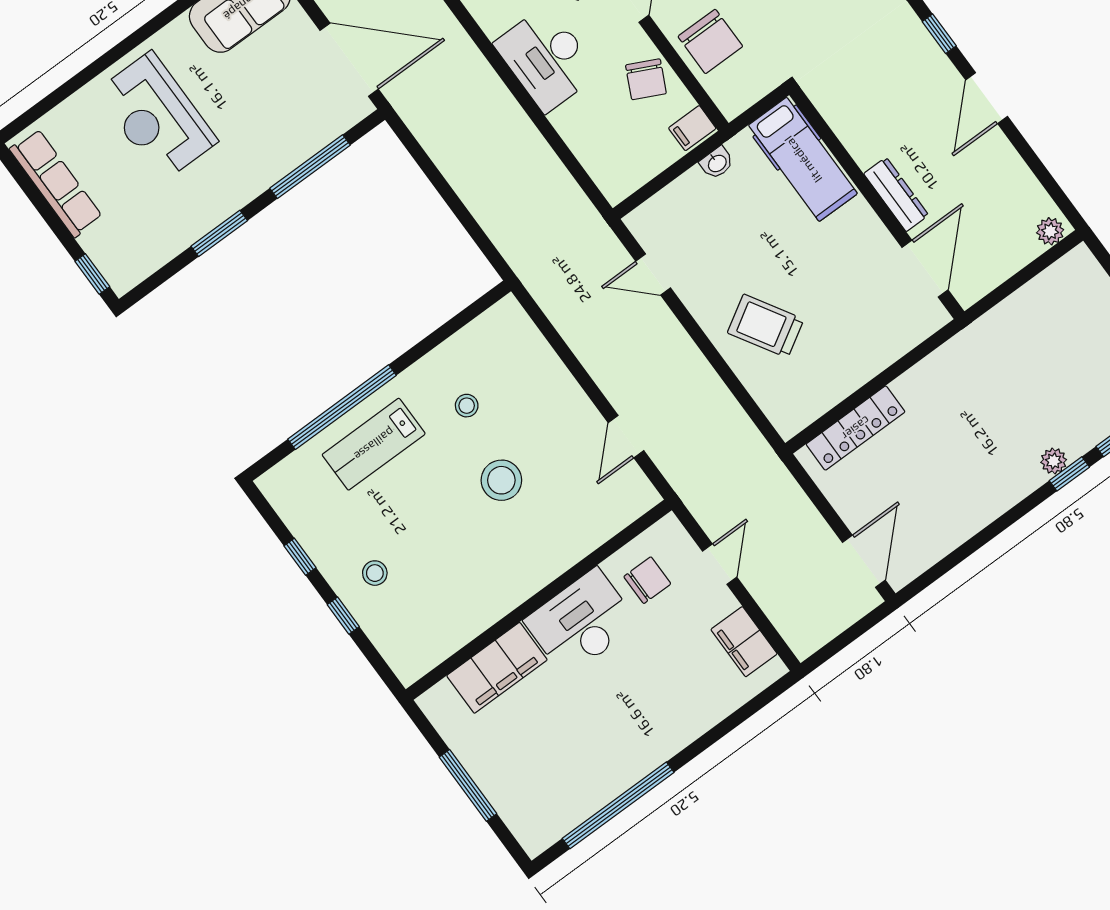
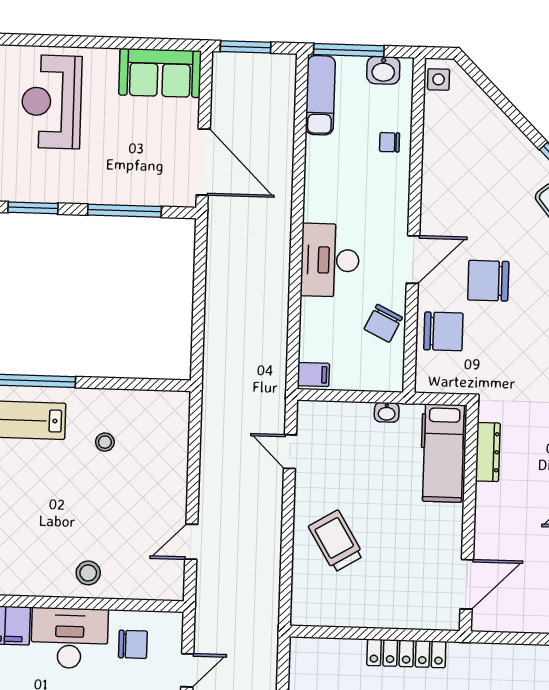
chair: (710, 41) -> (443, 331), turned -90
filing cabinet: (692, 128) -> (313, 374), moved, turned 180
dresser: (896, 194) -> (488, 452), moved
locker: (856, 428) -> (406, 653), moved
stool: (501, 480) -> (88, 573), moved, width x0.73, depth x0.73

